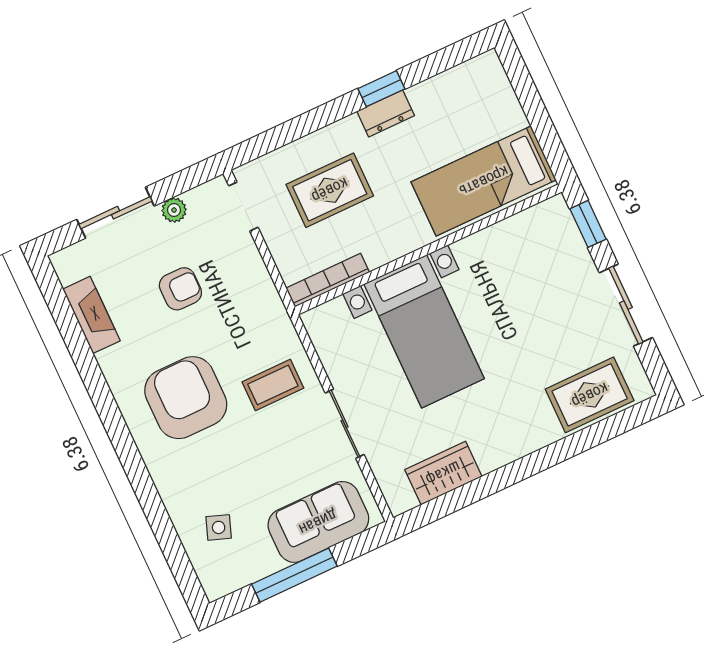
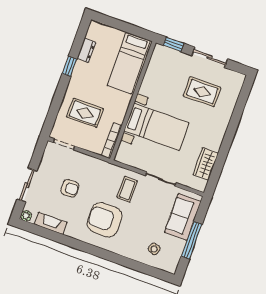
dresser: (386, 113) -> (86, 50), moved
rug: (330, 190) -> (85, 113), turned 90
plant: (174, 210) -> (26, 216), moved
armchair: (180, 289) -> (70, 188), turned 90
rug: (590, 395) -> (202, 92), moved, turned 90

